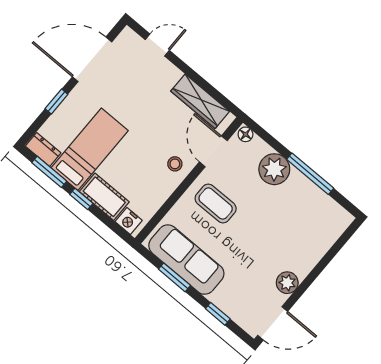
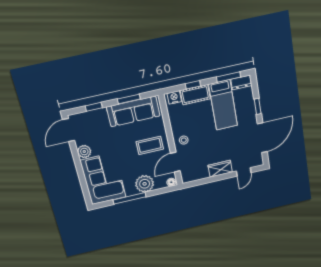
wardrobe: (200, 101) -> (220, 169), moved, width x0.67
door: (213, 151) -> (175, 162), swing flipped
window: (81, 199) -> (193, 85), moved
corner sofa: (308, 230) -> (103, 179), added

